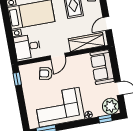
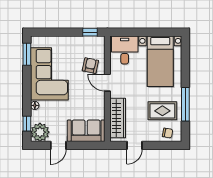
door: (107, 23) -> (134, 145), swing flipped

